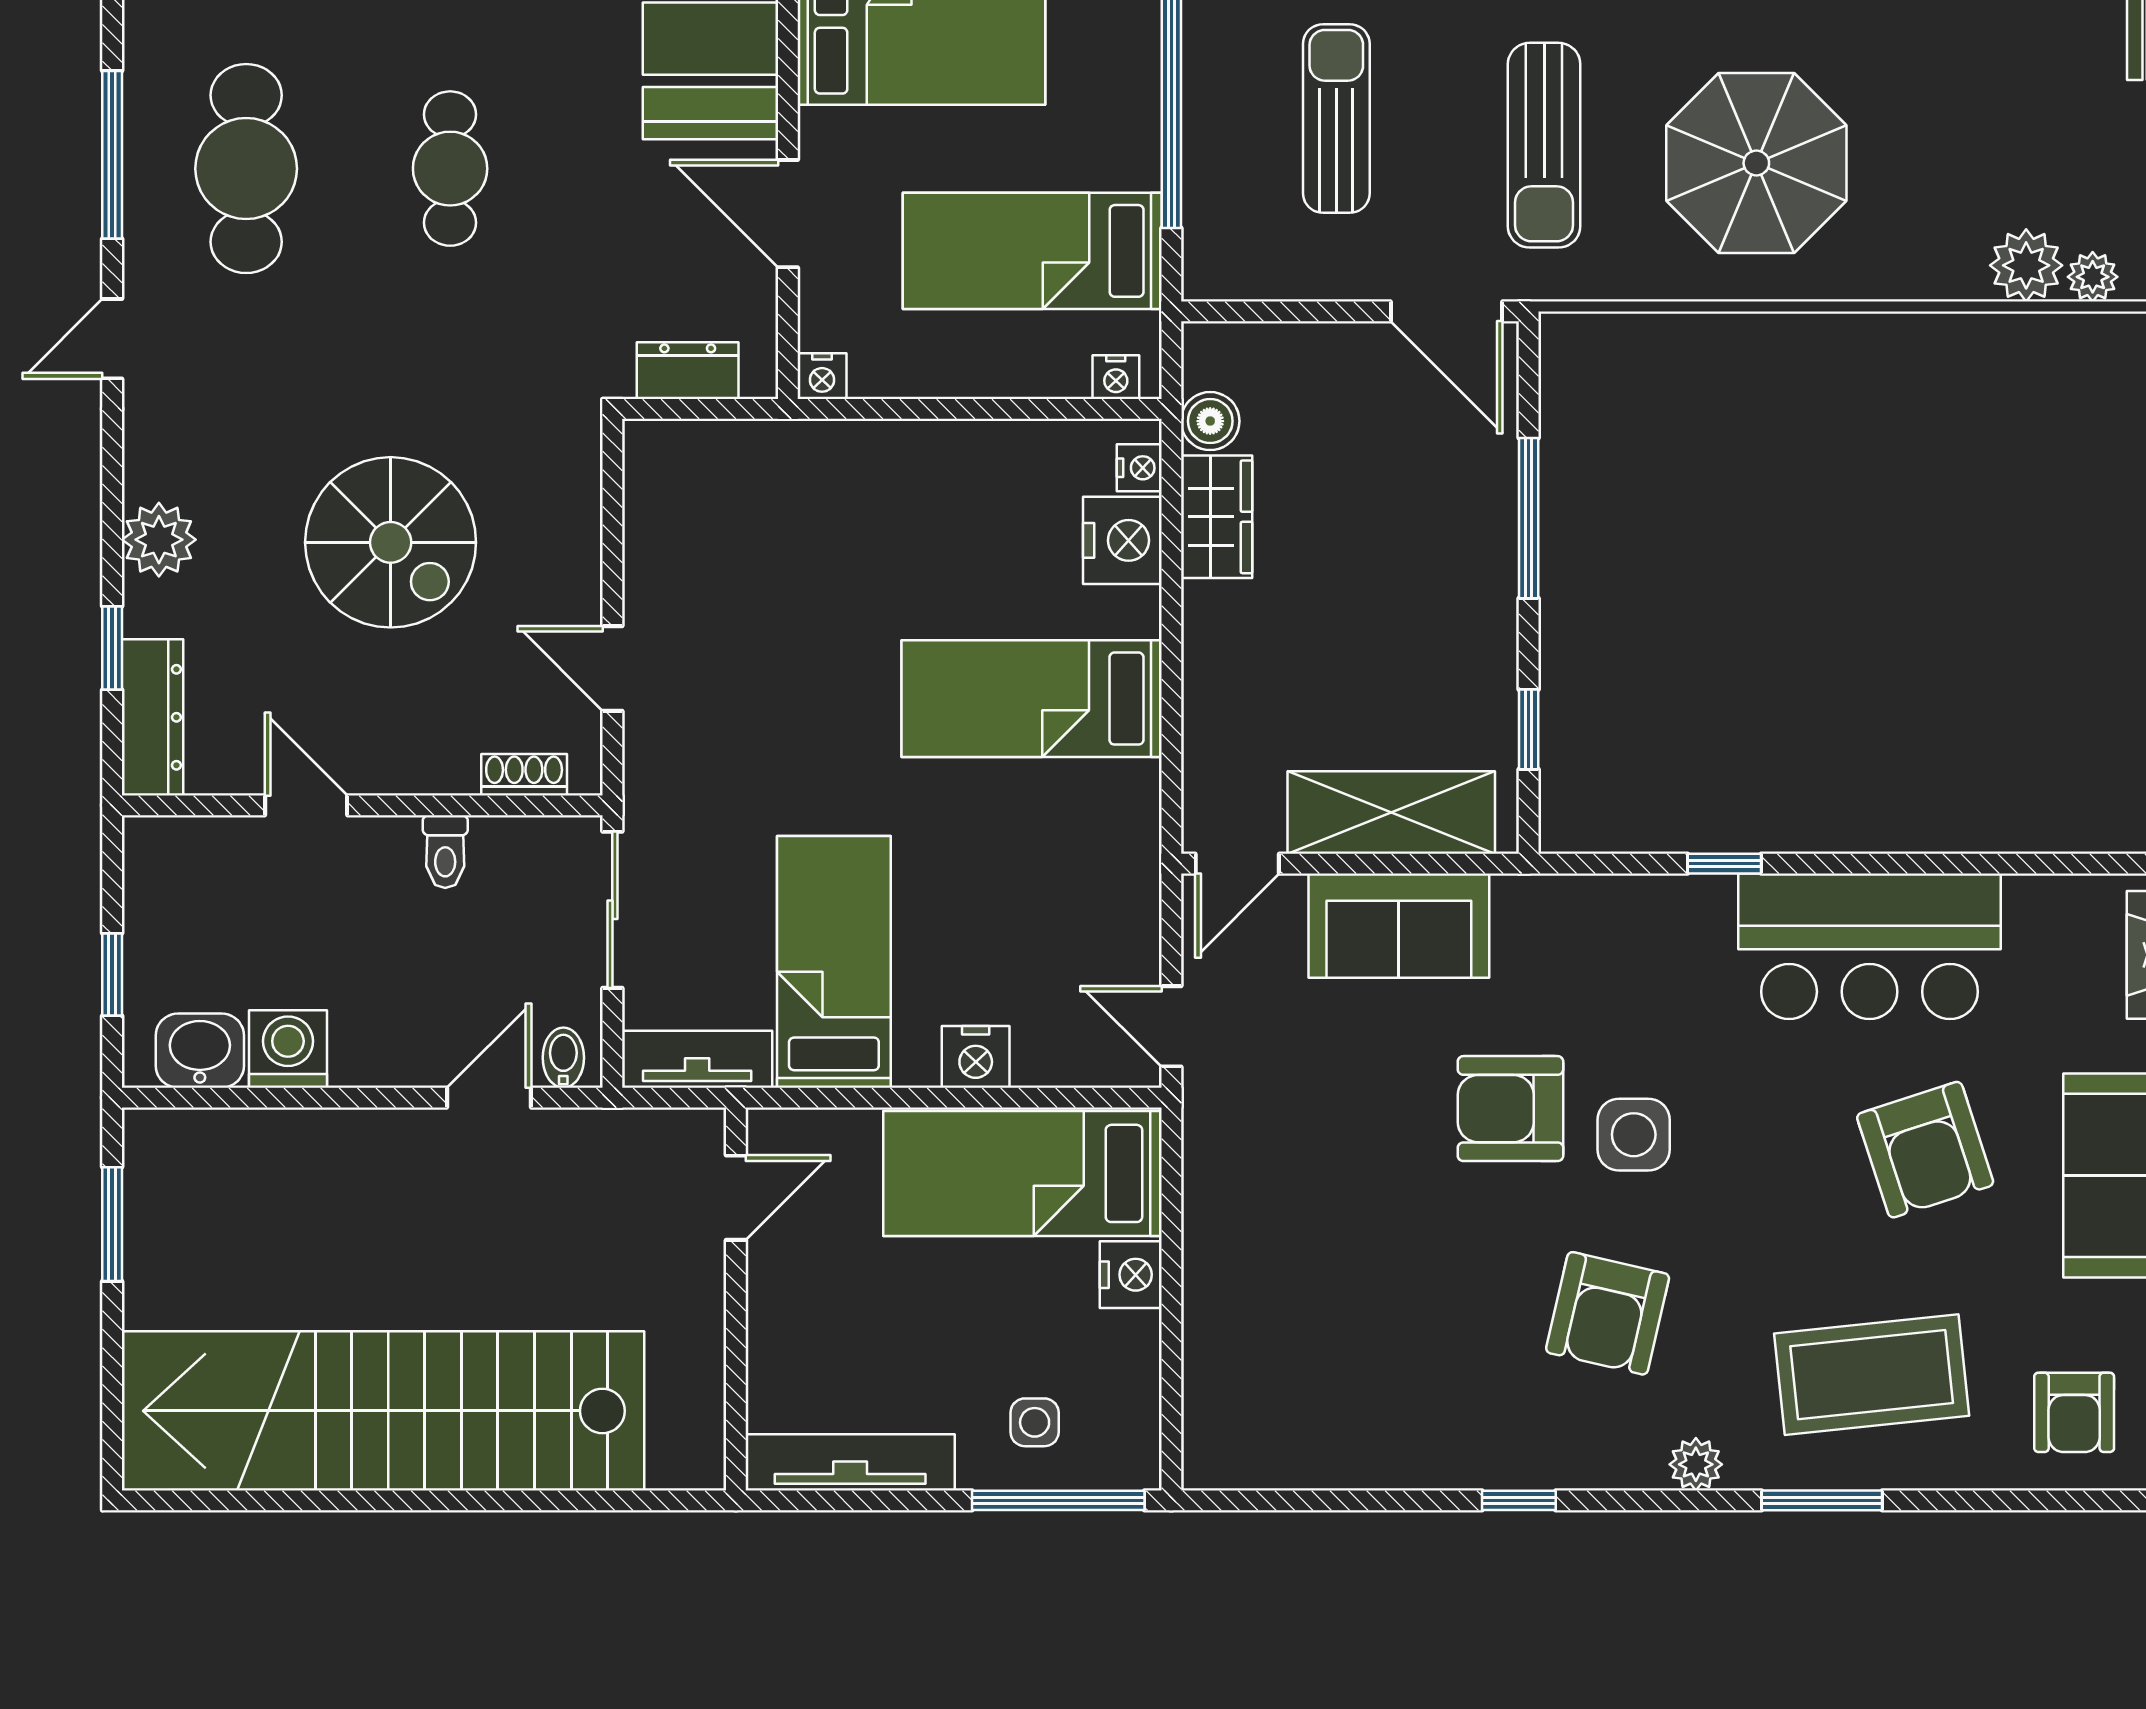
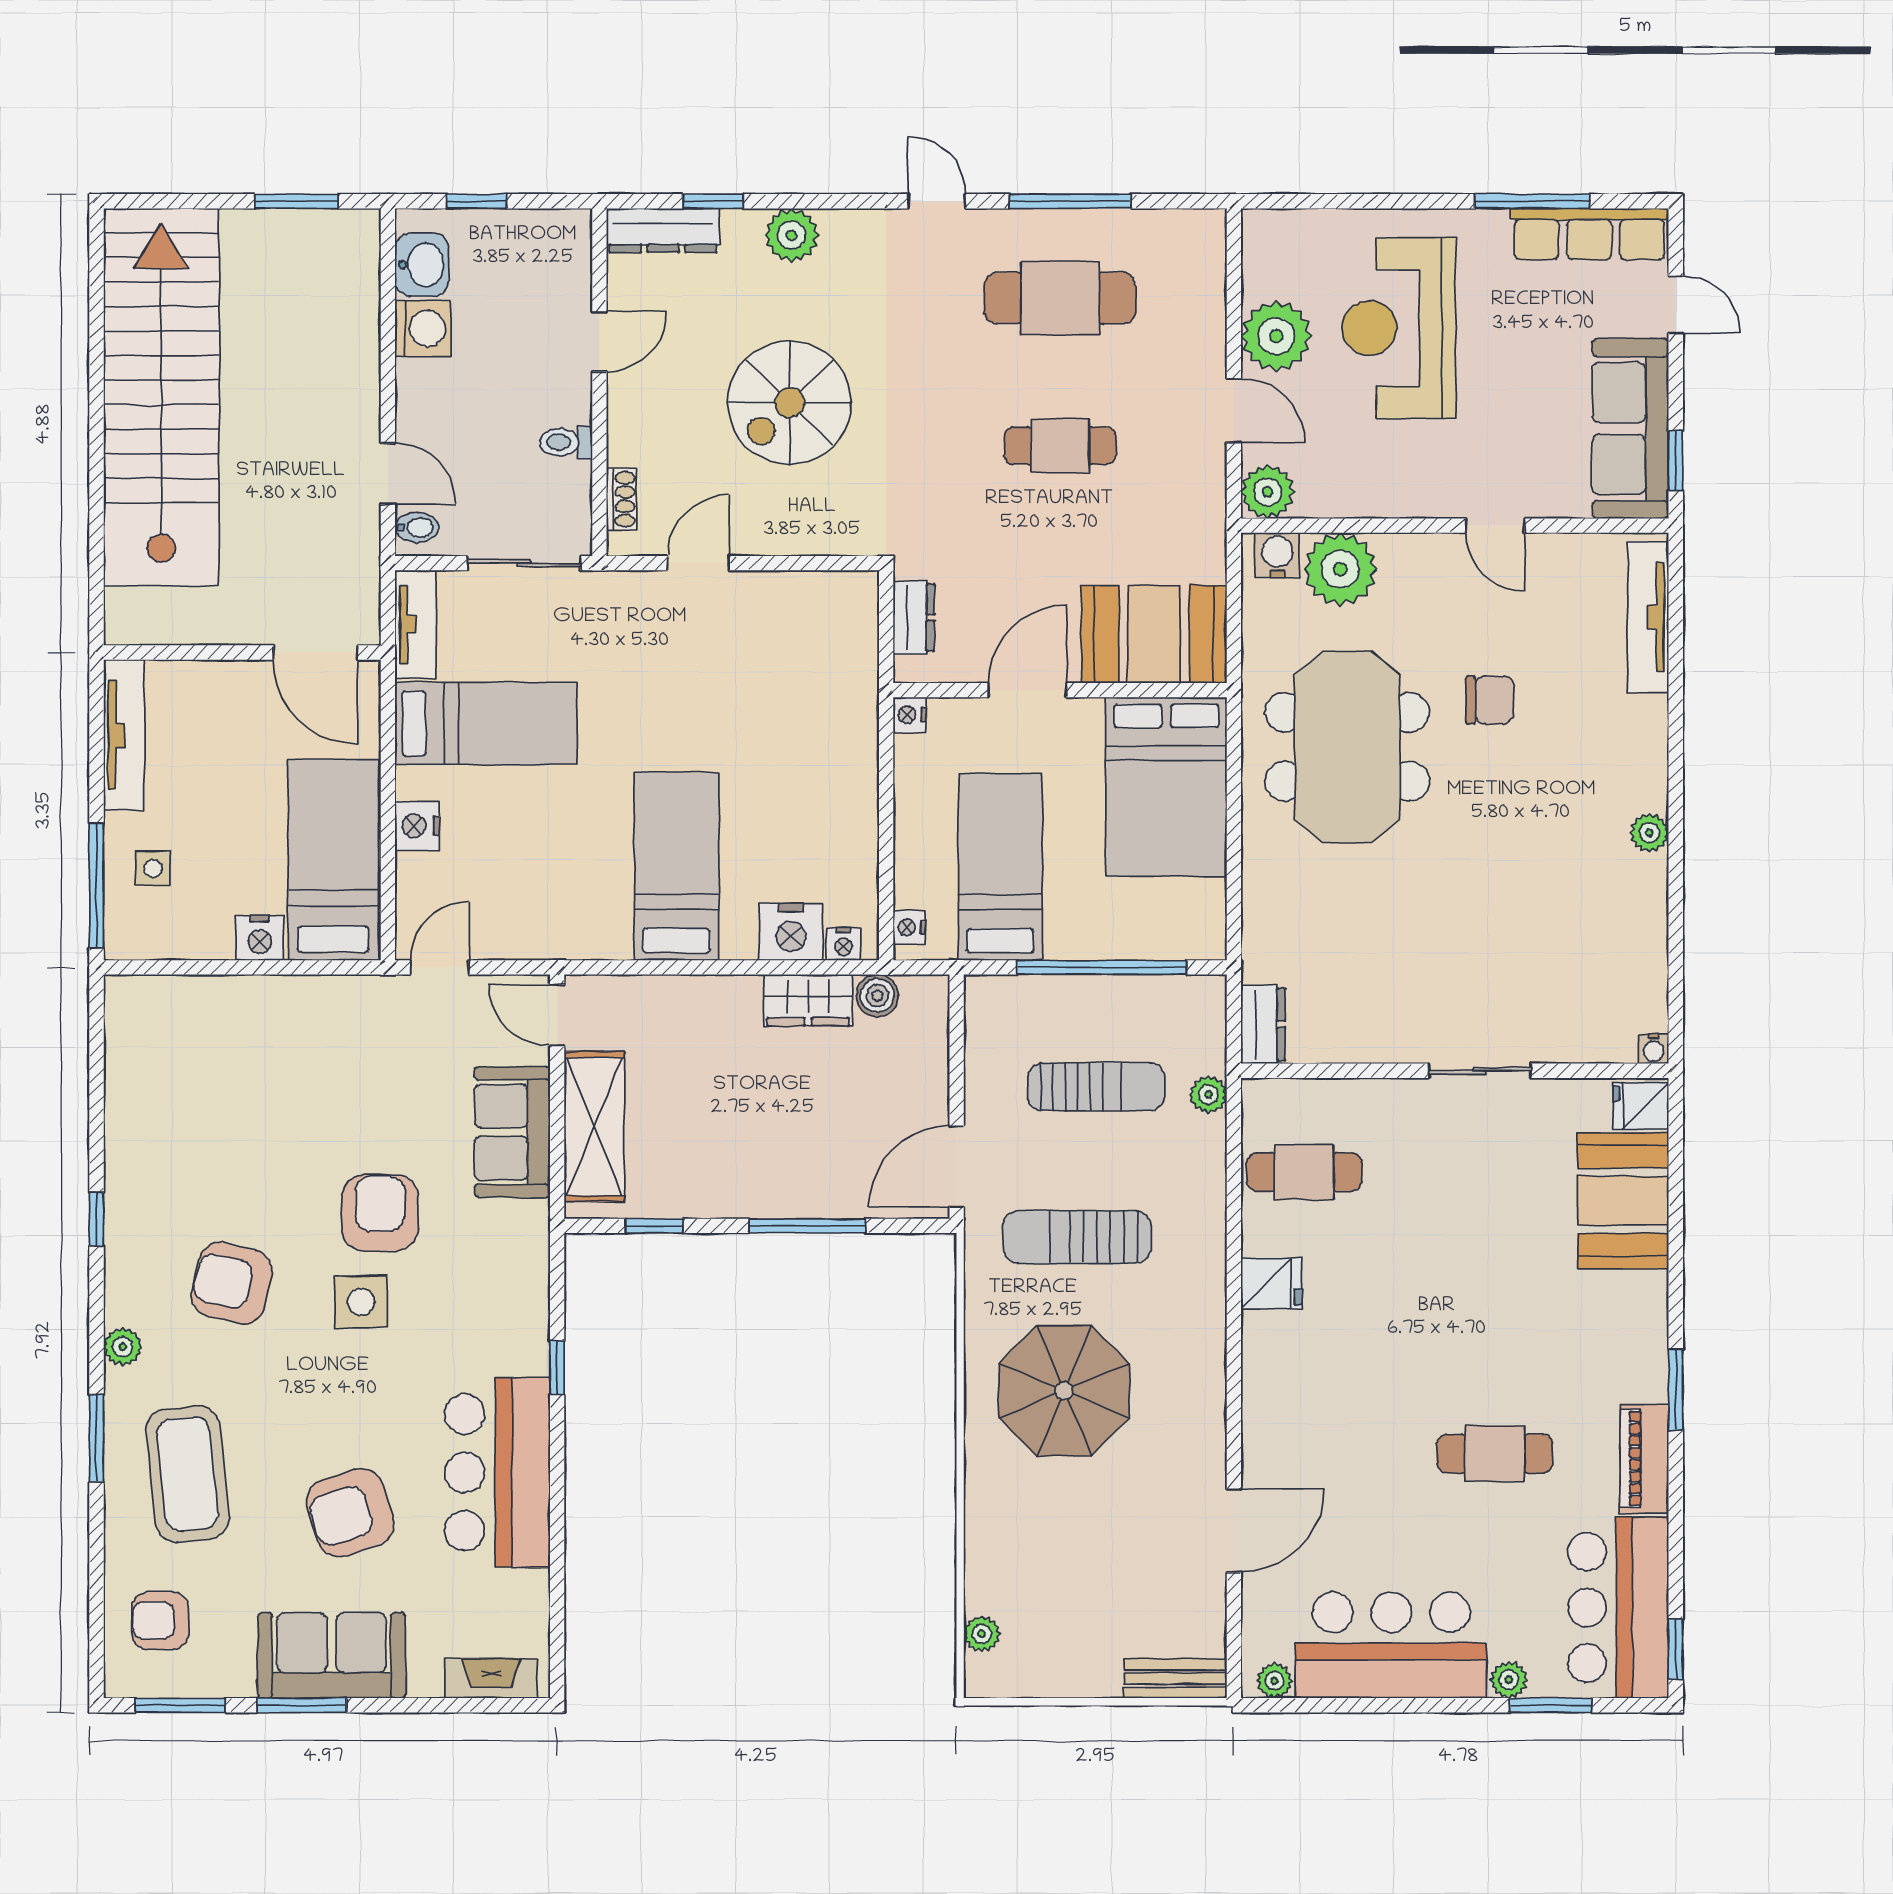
plant: (2026, 265) -> (990, 1586), removed
door: (736, 1198) -> (316, 652), width x1.38

